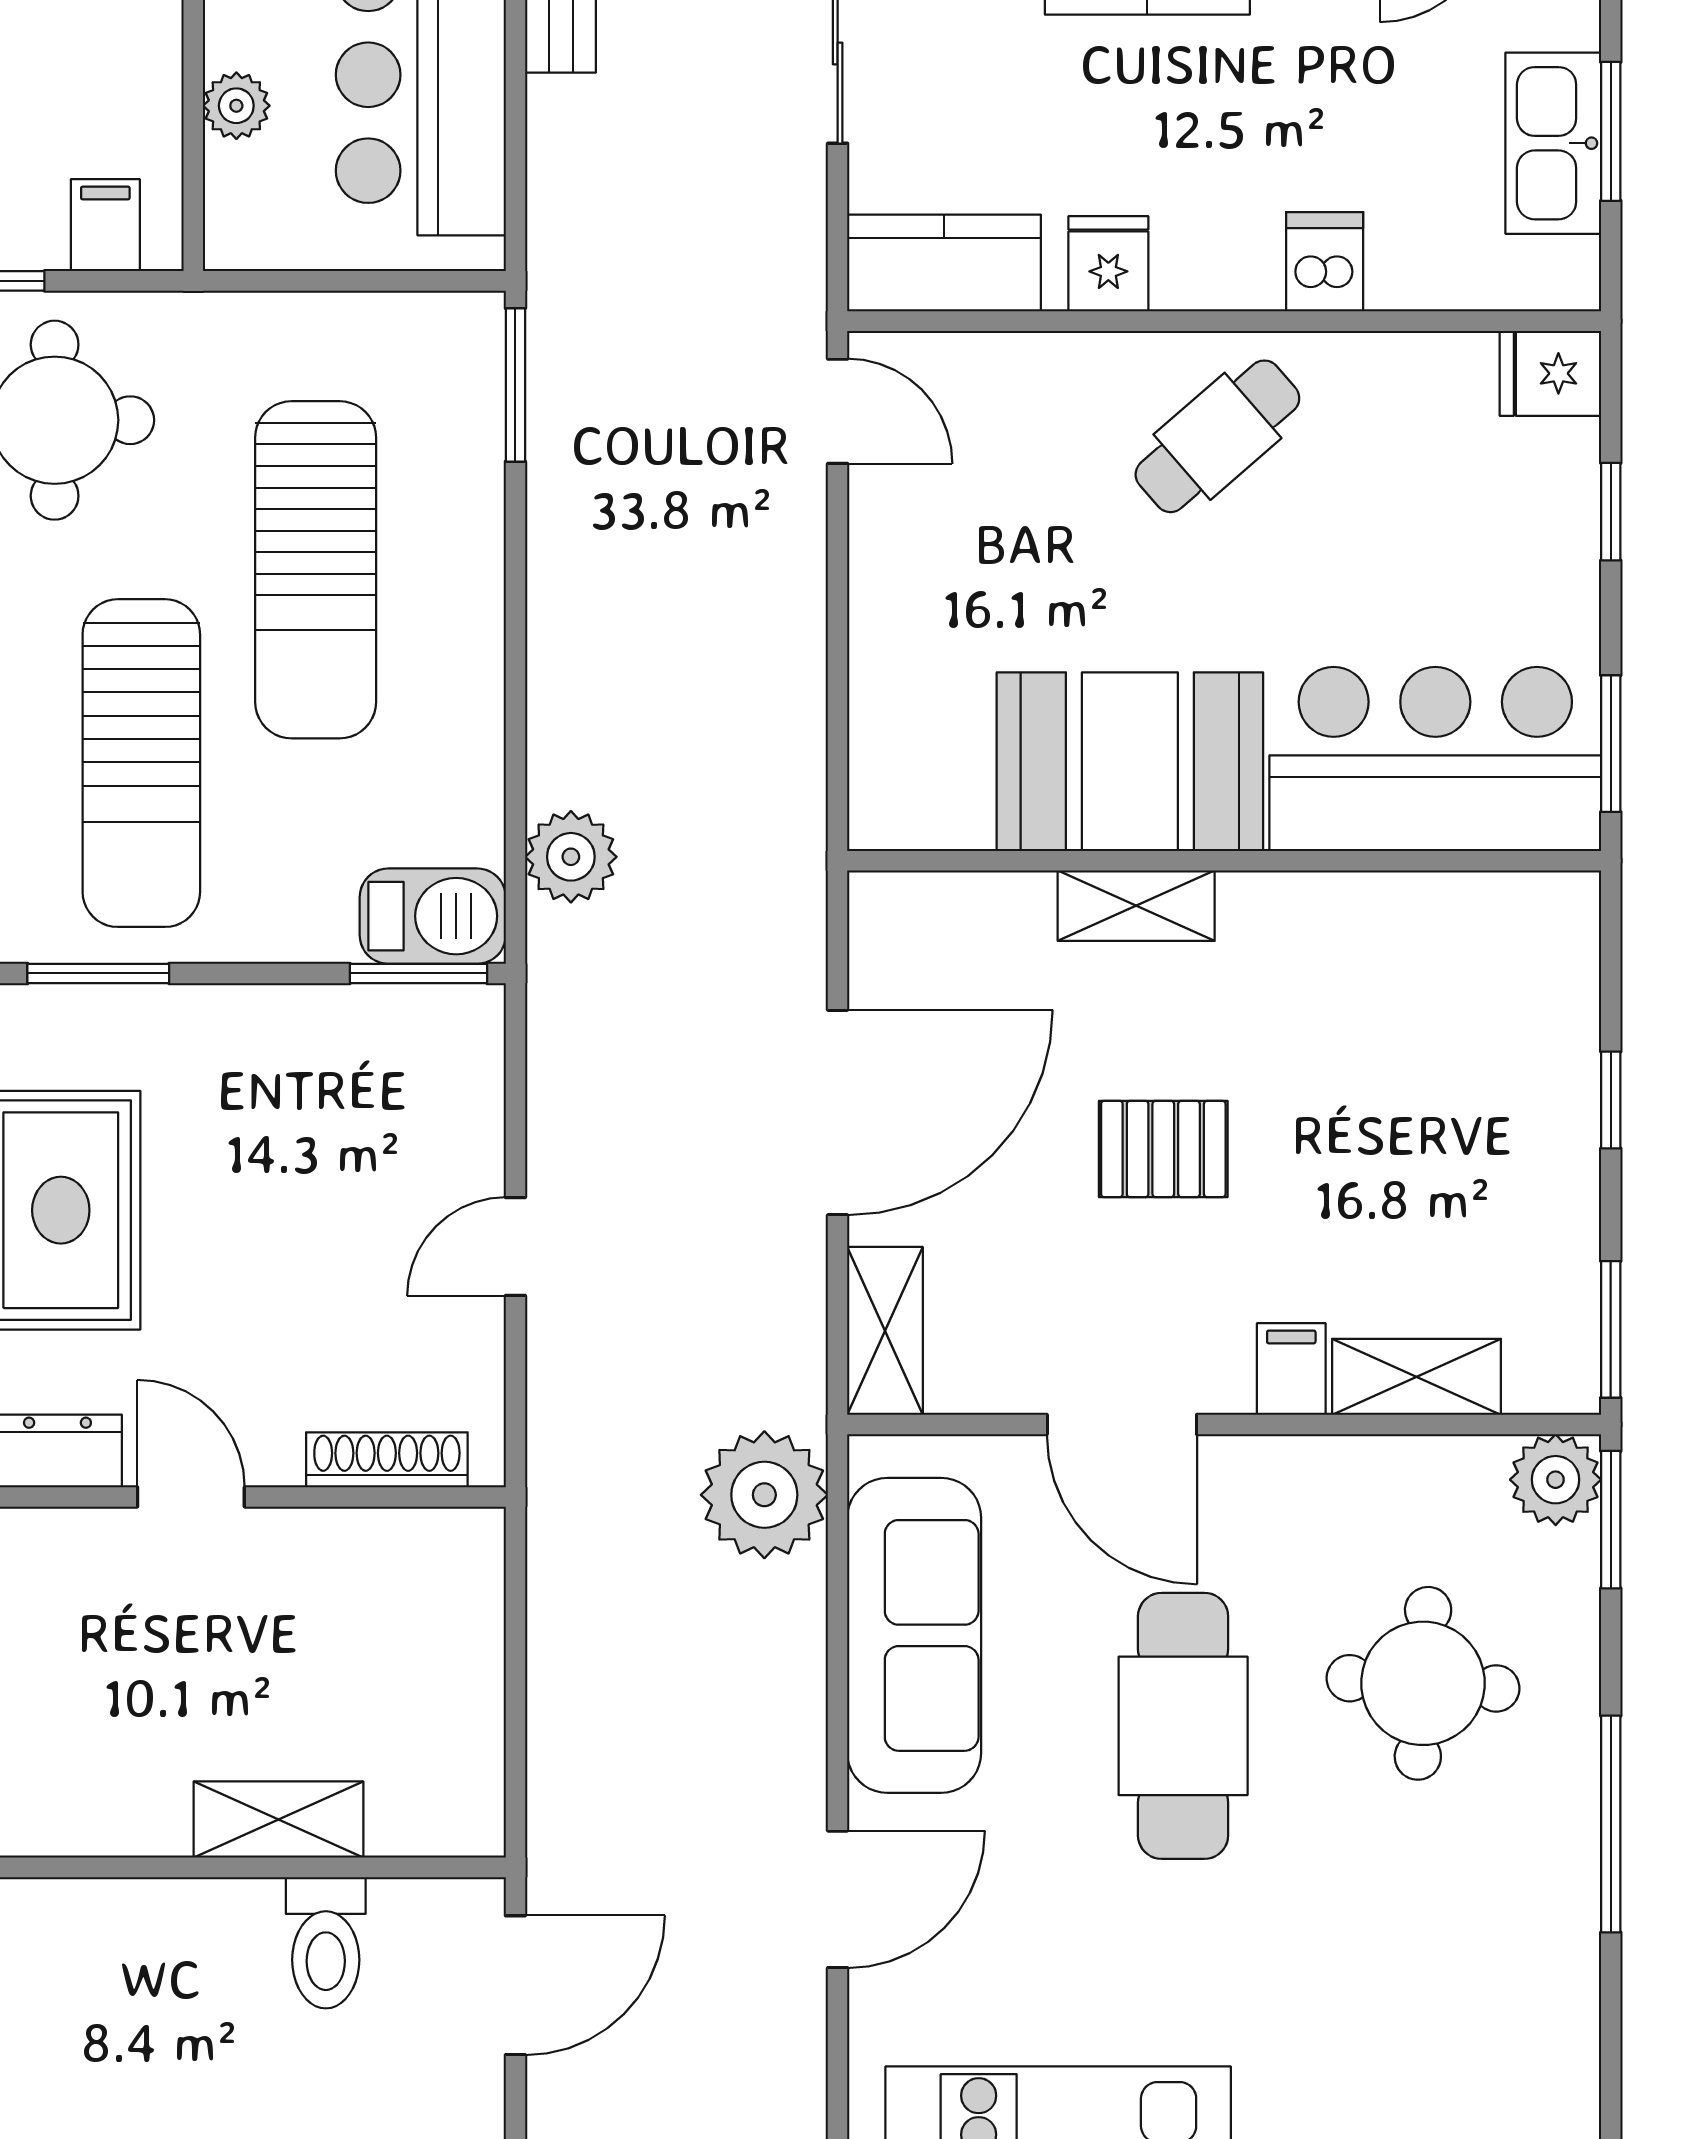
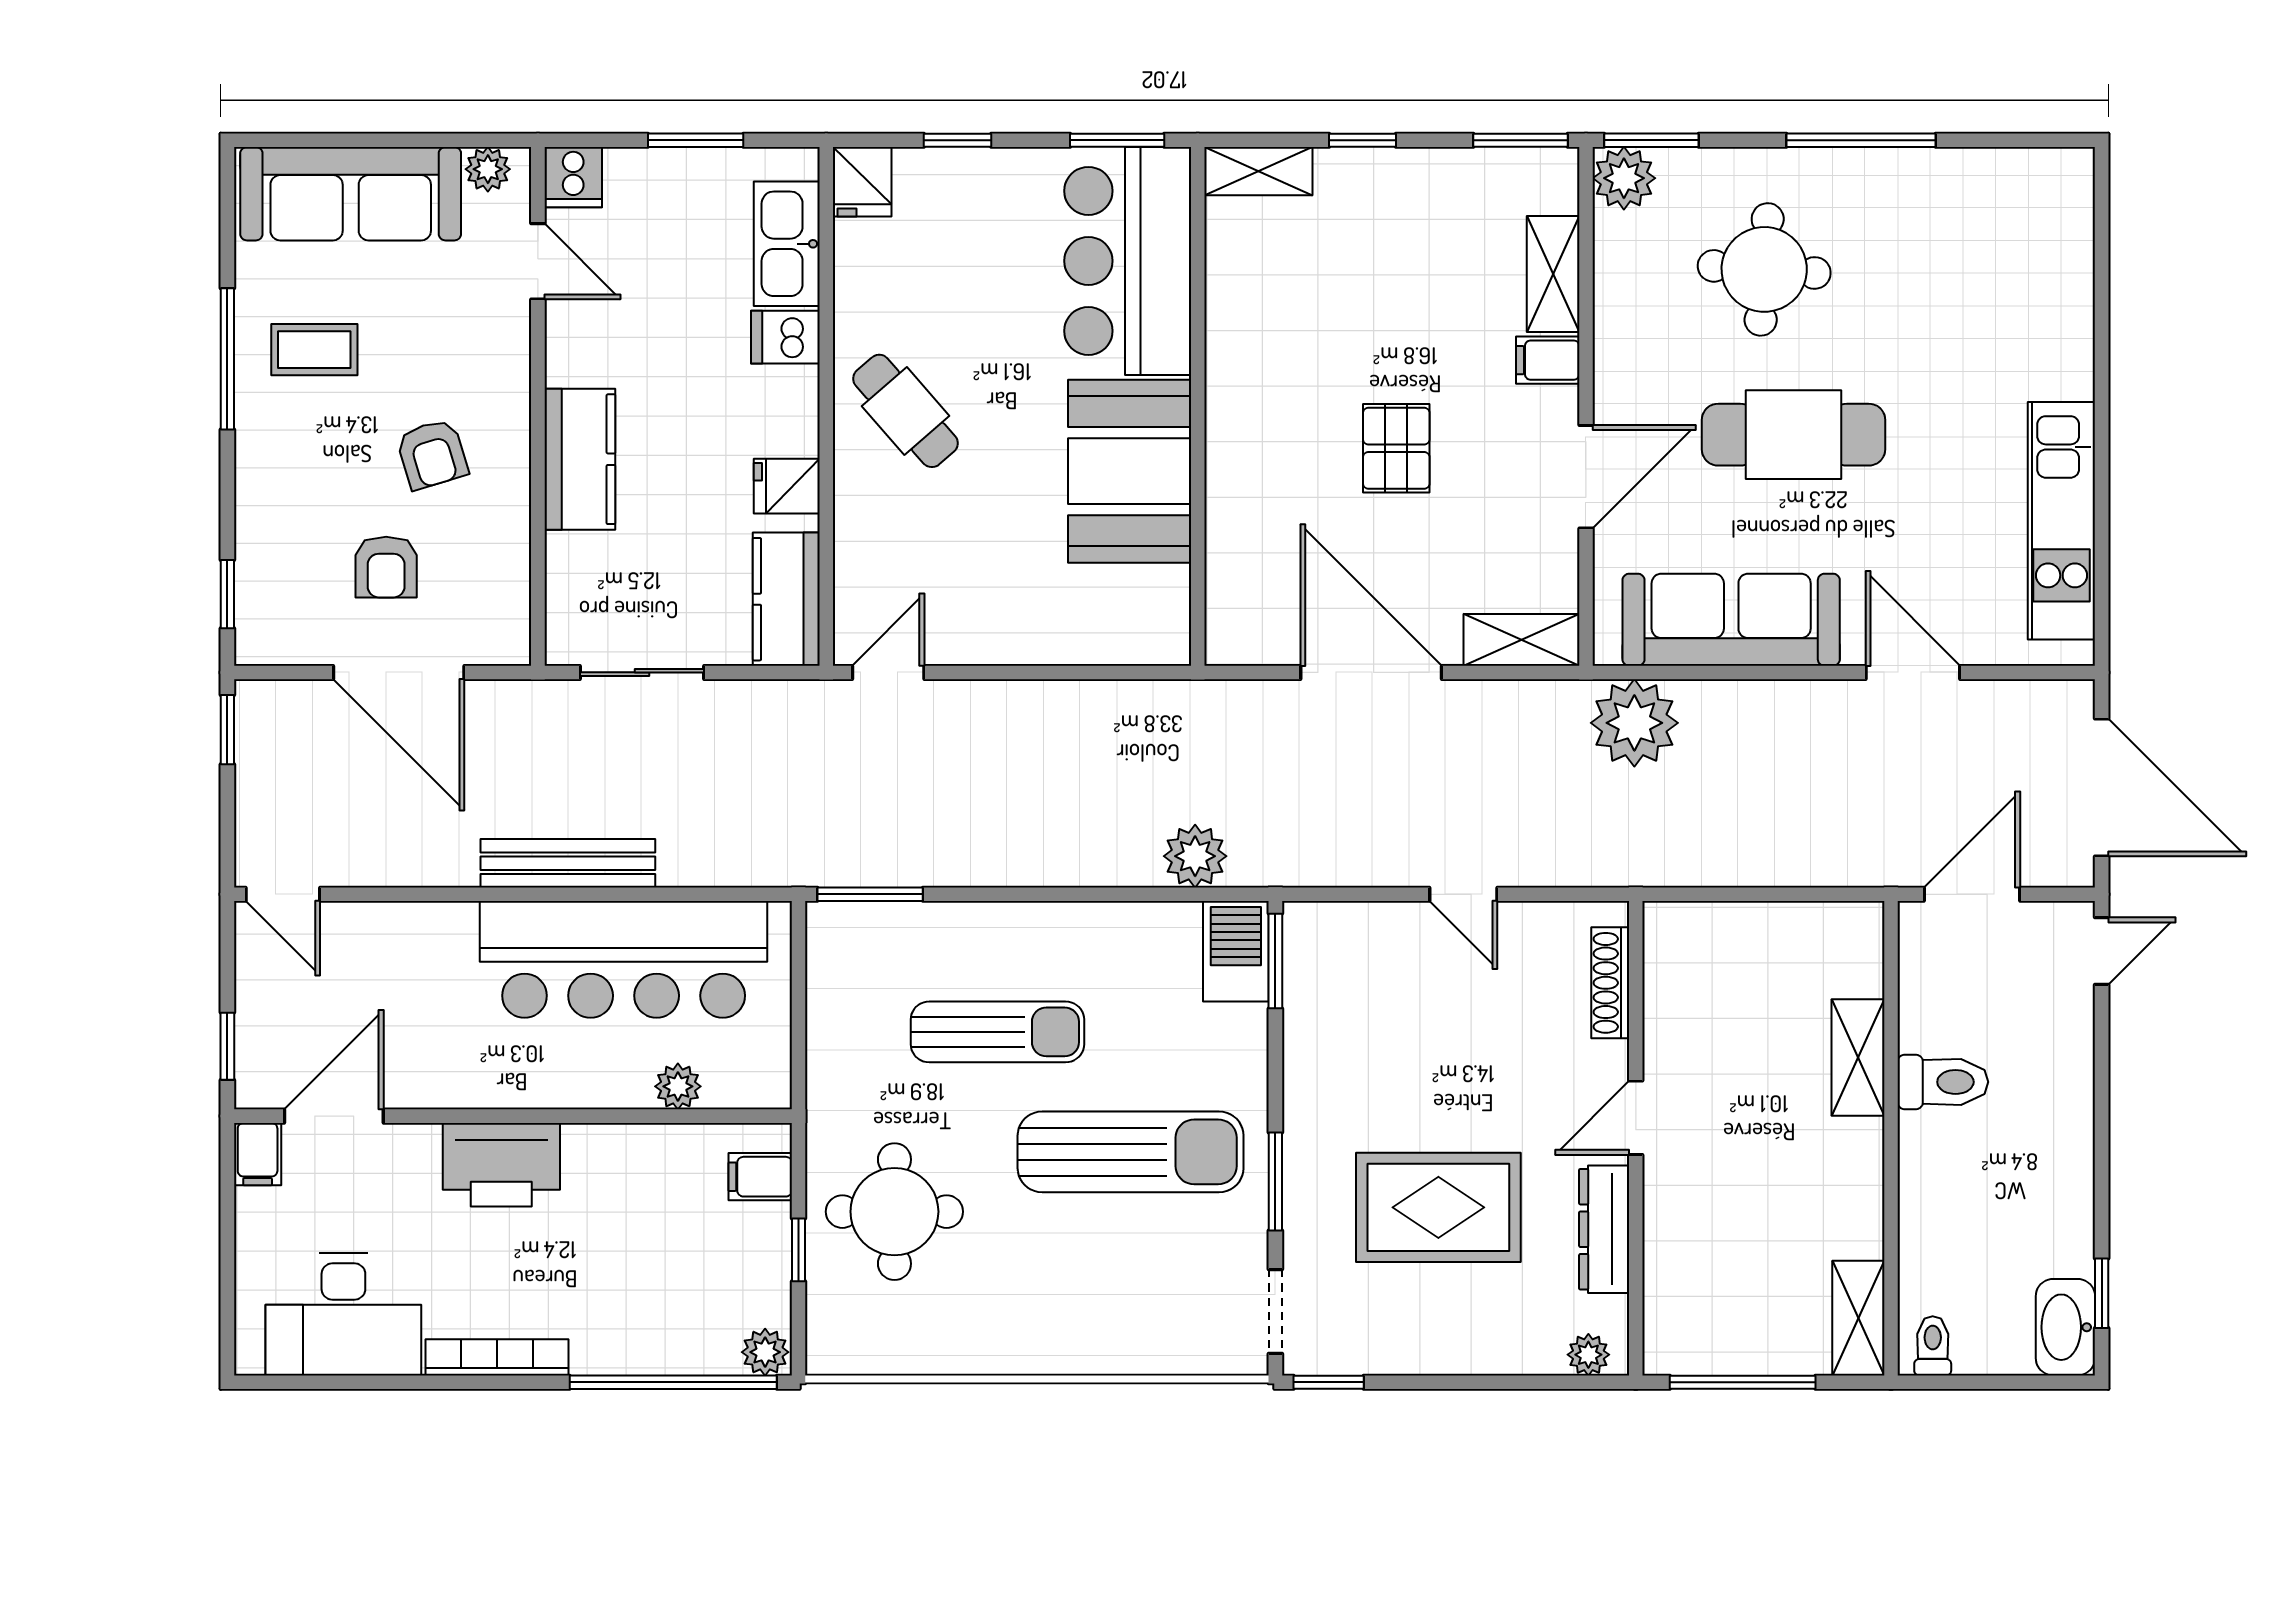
kitchen sink: (1553, 143) -> (787, 244), moved, turned 90
sun lounger: (316, 570) -> (997, 1032), width x0.73, depth x0.75
shelving: (1136, 906) -> (1258, 171), moved, turned 90
toilet: (326, 1943) -> (1943, 1082), moved
door: (515, 1985) -> (1972, 894), hinge flipped

